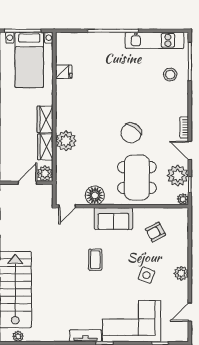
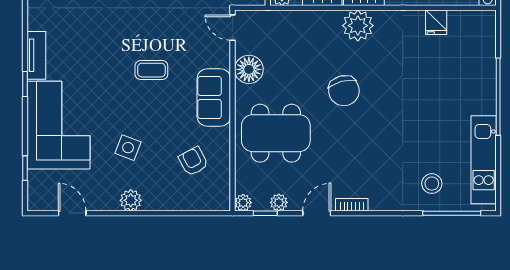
chair: (131, 133) -> (344, 91), moved, turned -139
plant: (66, 141) -> (358, 26), moved
plant: (178, 176) -> (279, 202), width x0.53, depth x0.53

